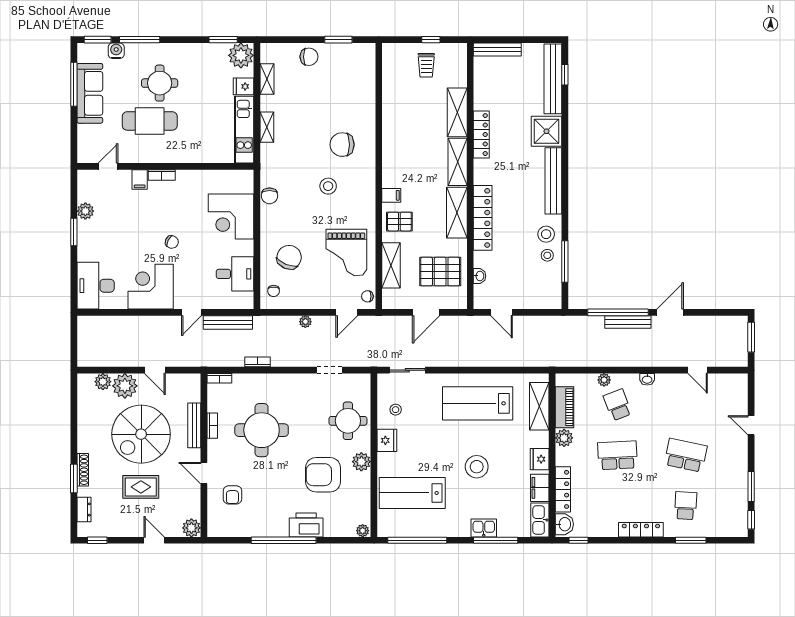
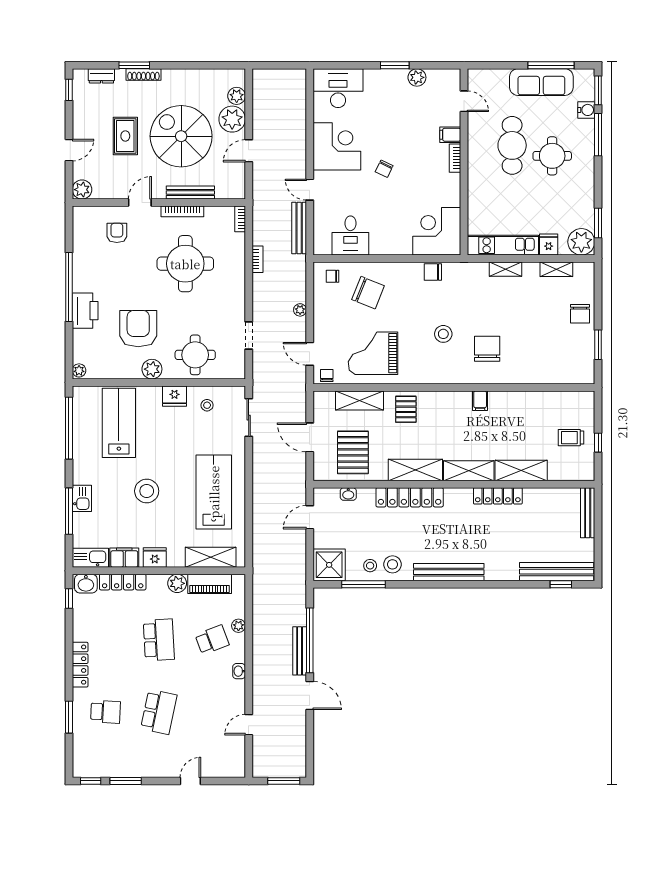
shower: (547, 131) -> (329, 565), moved
filing cabinet: (391, 195) -> (480, 401), moved
corner desk: (231, 217) -> (437, 231), moved
bookcase: (212, 426) -> (182, 211), width x1.56
armchair: (232, 495) -> (117, 233), turned 90

